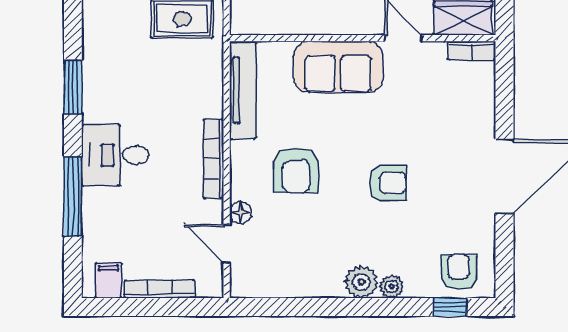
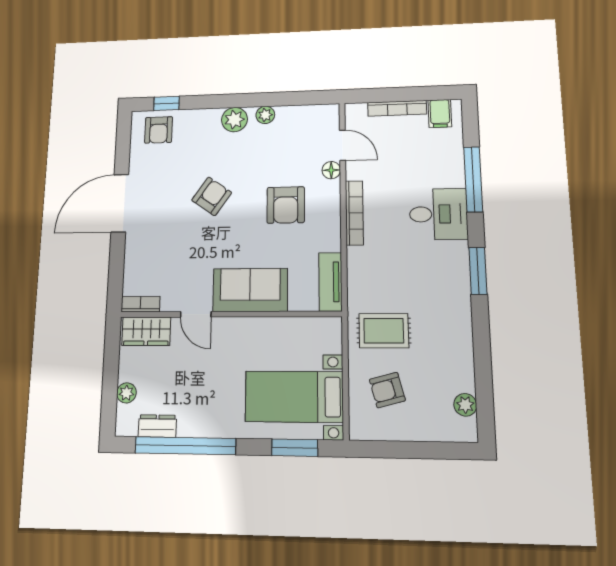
tv unit: (243, 90) -> (330, 282), width x0.71
armchair: (296, 170) -> (286, 205), turned 180
armchair: (388, 183) -> (212, 196), turned 125
plant: (391, 287) -> (265, 115), moved

